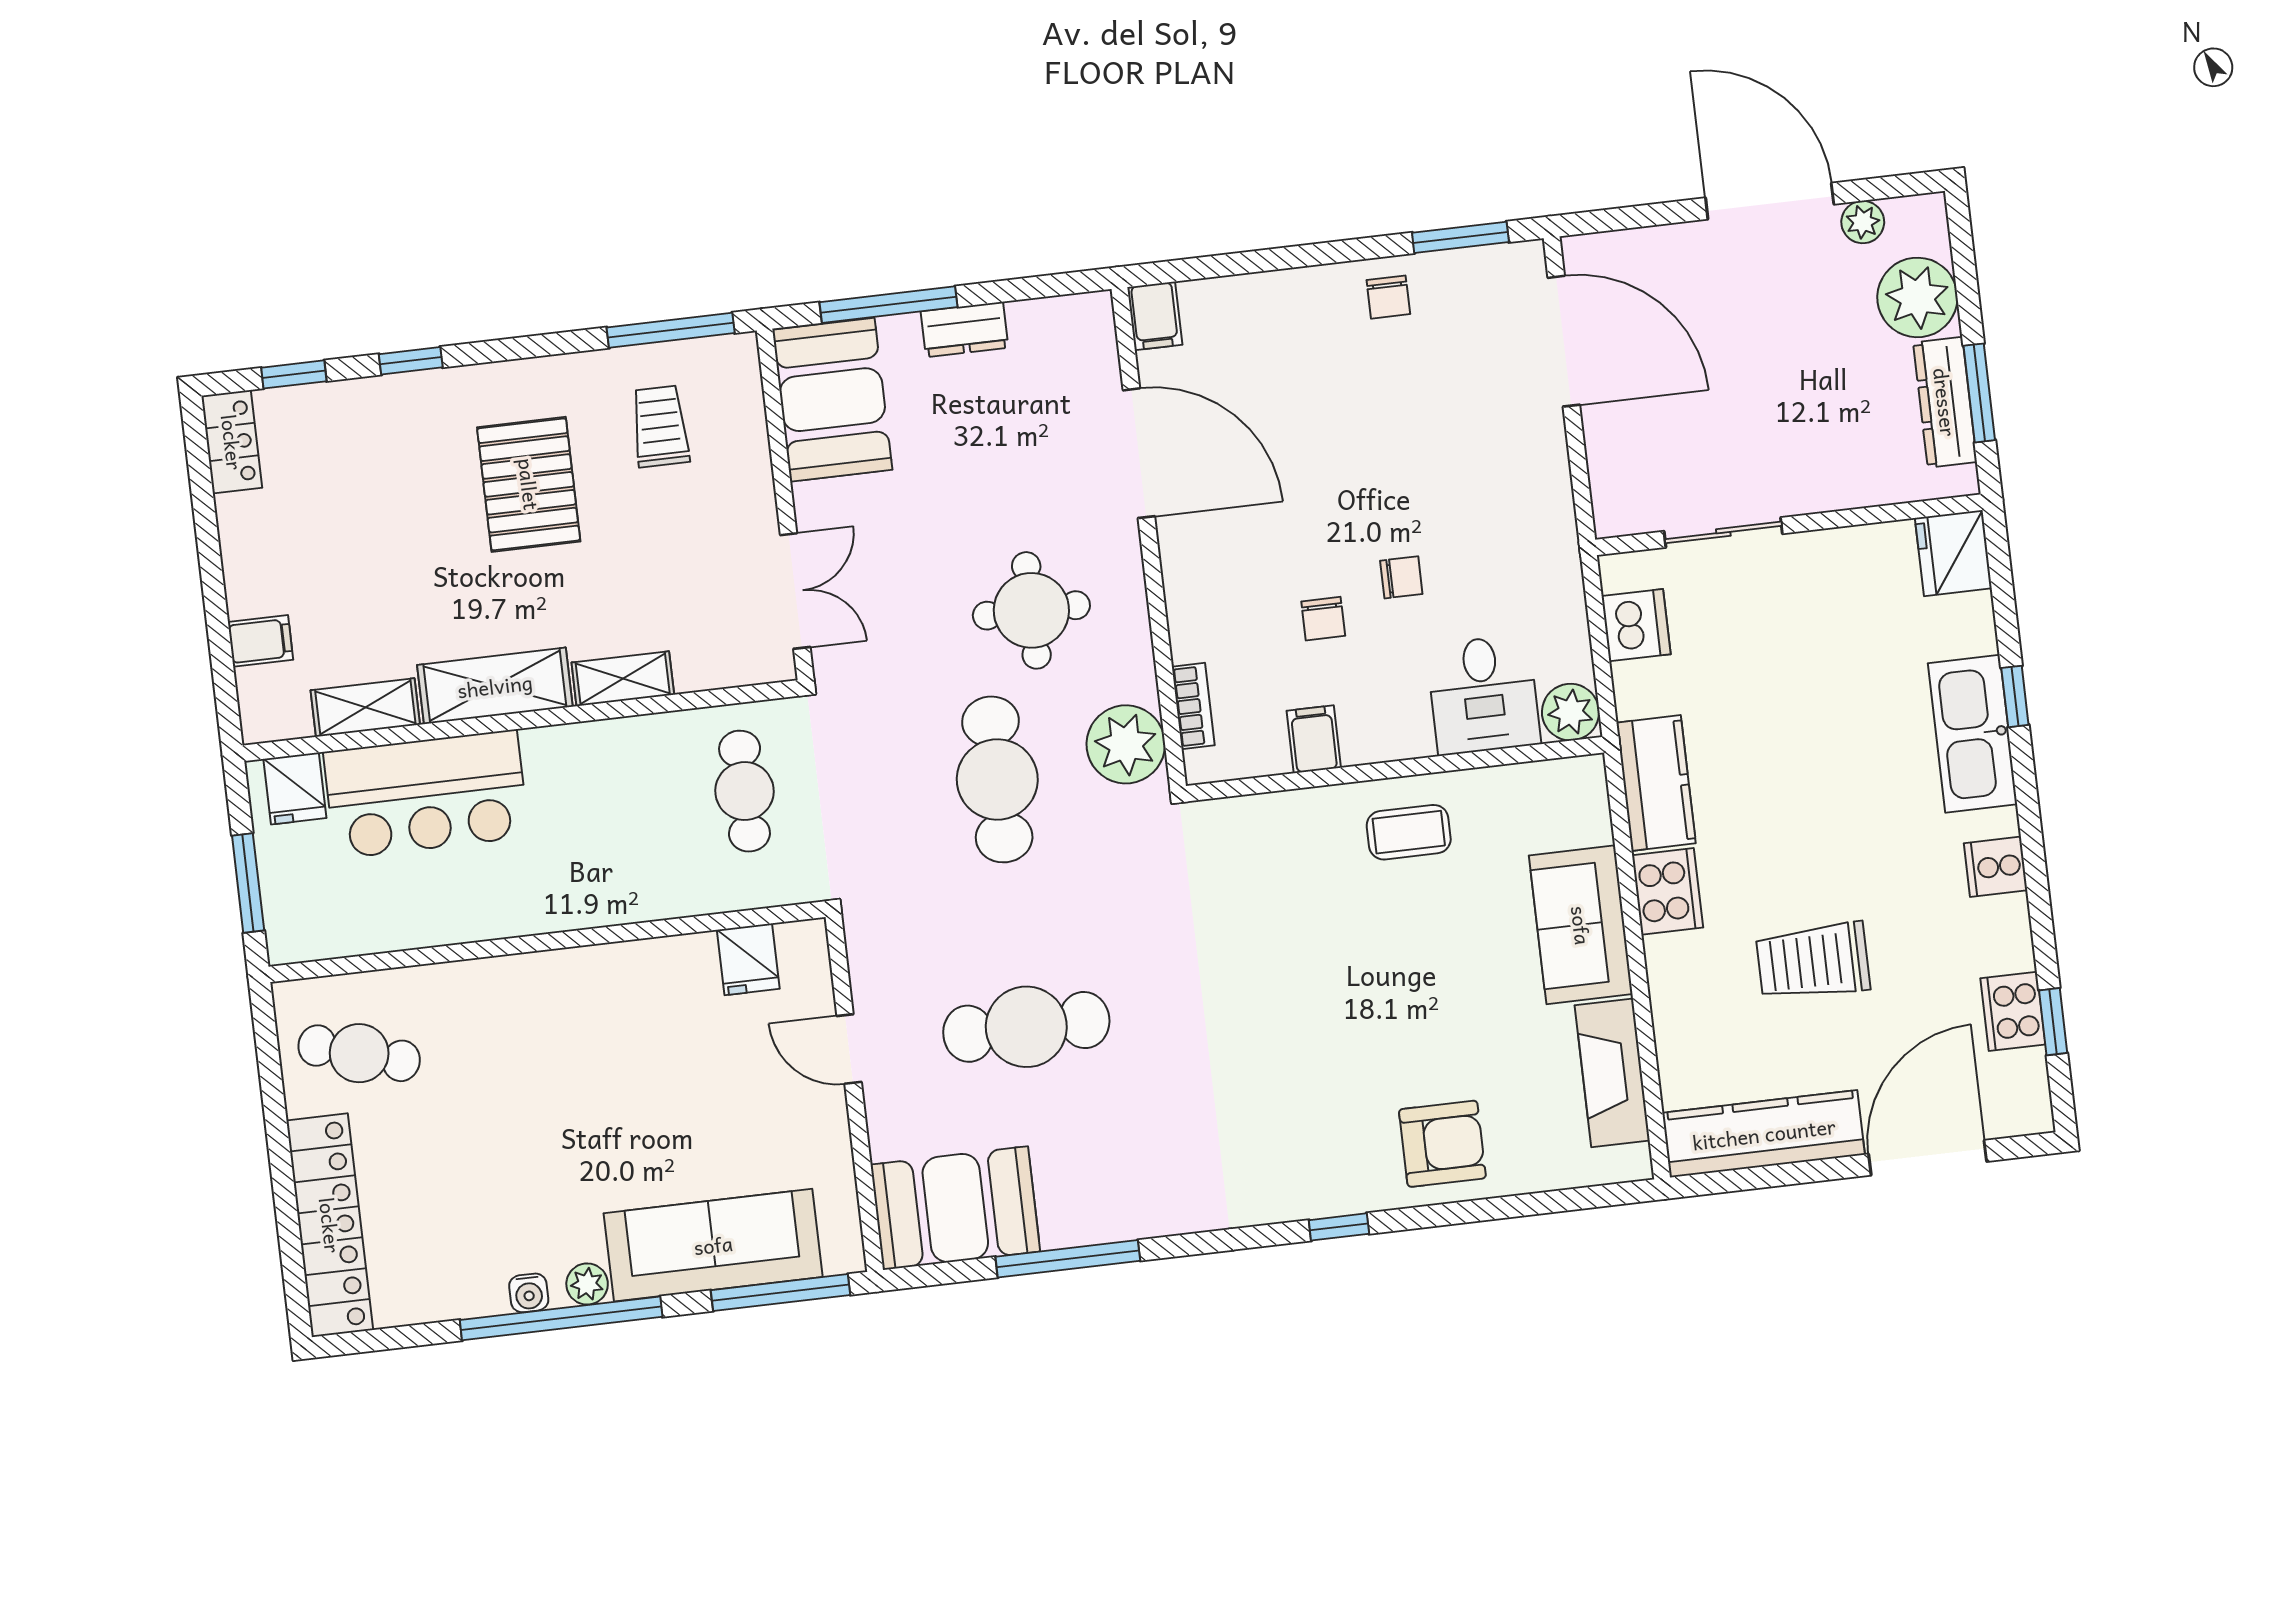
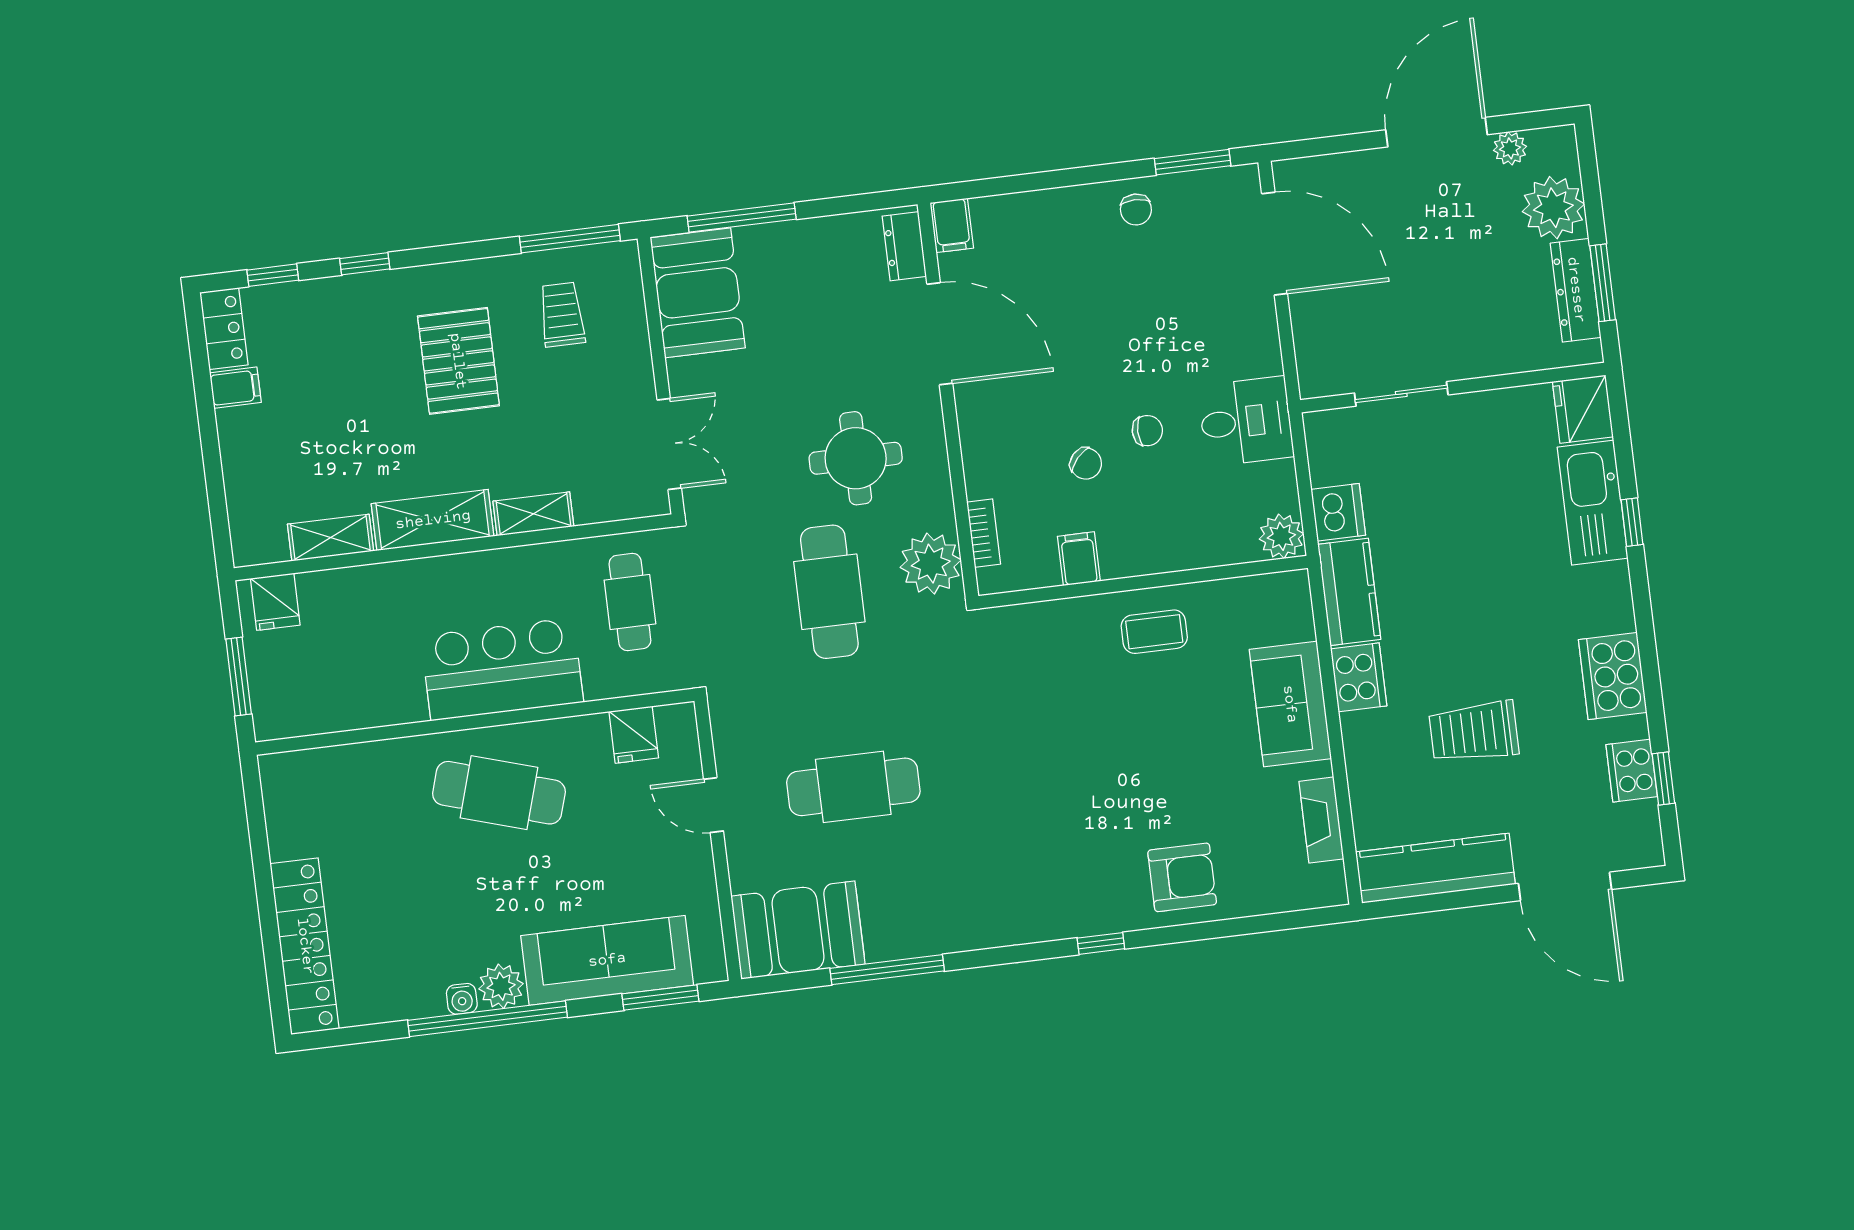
door: (1770, 201) -> (1436, 132), hinge flipped
dresser: (965, 330) -> (904, 246), moved, turned 90
chair: (1323, 619) -> (1086, 464), turned -48
dishwasher: (1636, 625) -> (1338, 512), moved
filing cabinet: (260, 641) -> (235, 388), moved
desk: (1483, 695) -> (1246, 421), moved, turned -90
kitchen sink: (1972, 734) -> (1593, 503), moved
bar counter: (426, 794) -> (502, 669), moved, turned 180
cooker: (1996, 867) -> (1613, 676), width x1.87, depth x1.31
cafe table: (359, 1053) -> (499, 793), moved, width x1.37, depth x1.35
fireplace: (1612, 1073) -> (1321, 820), width x0.73, depth x0.76
door: (1928, 1158) -> (1565, 886), swing flipped
plant: (587, 1284) -> (501, 986), width x1.38, depth x1.38
window: (780, 1293) -> (660, 998), width x0.69

